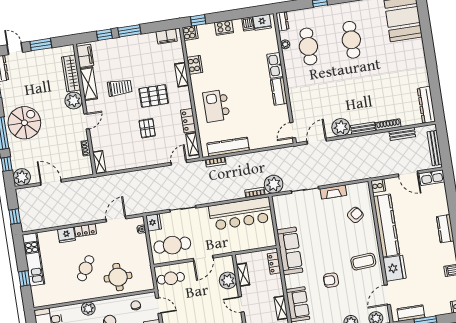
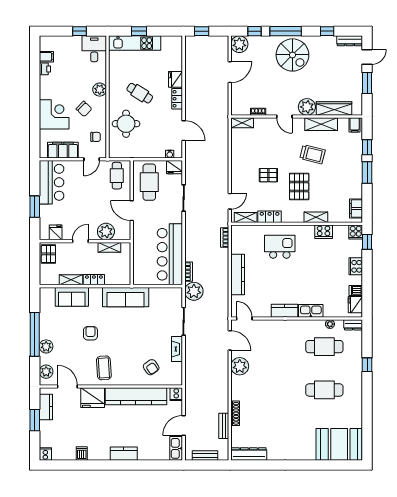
filing cabinet: (85, 56) -> (355, 125), width x0.50
trolley: (120, 88) -> (312, 154), turned -76
bench: (363, 128) -> (236, 388), removed
kitchen counter: (228, 147) -> (238, 274), moved
bench: (435, 148) -> (205, 456), width x0.73
door: (179, 162) -> (230, 201), hinge flipped
kitchen unit: (33, 259) -> (135, 43), moved
locker: (274, 263) -> (94, 280), moved

